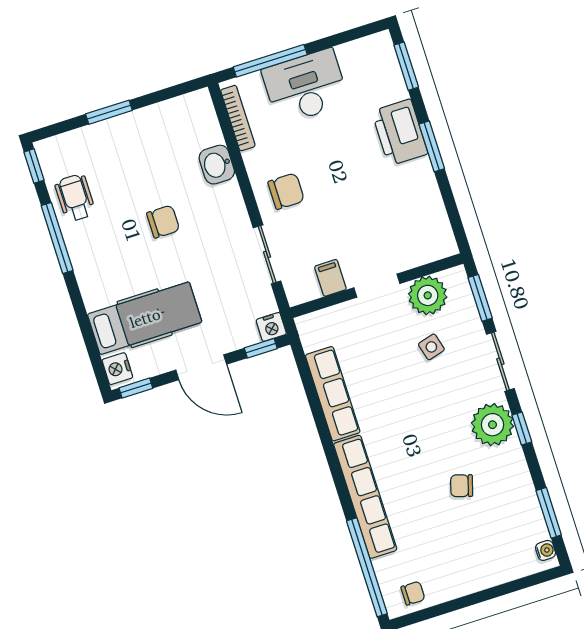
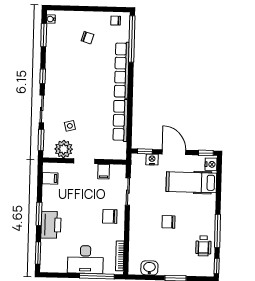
washbasin: (217, 165) -> (149, 268), moved, turned -90
filing cabinet: (434, 226) -> (50, 178), added
nightstand: (271, 327) -> (152, 159), moved
plant: (492, 425) -> (55, 82), removed
chair: (462, 486) -> (88, 38), moved

